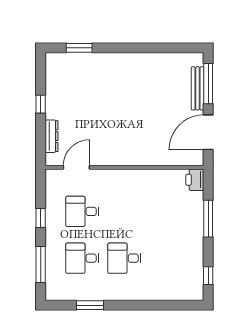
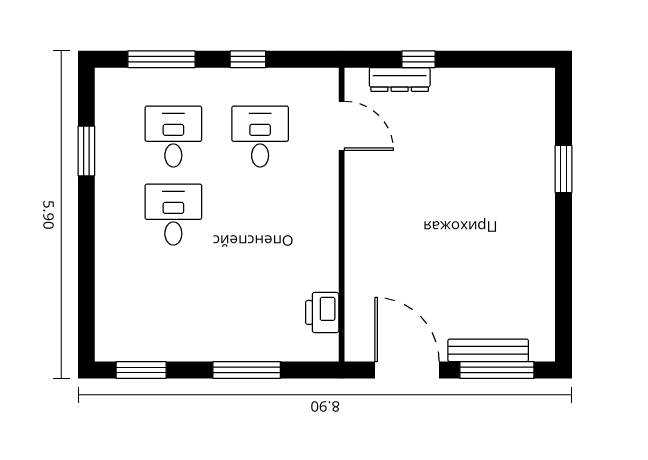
window: (79, 48) -> (564, 169), moved
window: (41, 104) -> (418, 59), moved
printer: (195, 180) -> (322, 312), moved, turned -90
window: (208, 276) -> (141, 370), width x1.50

